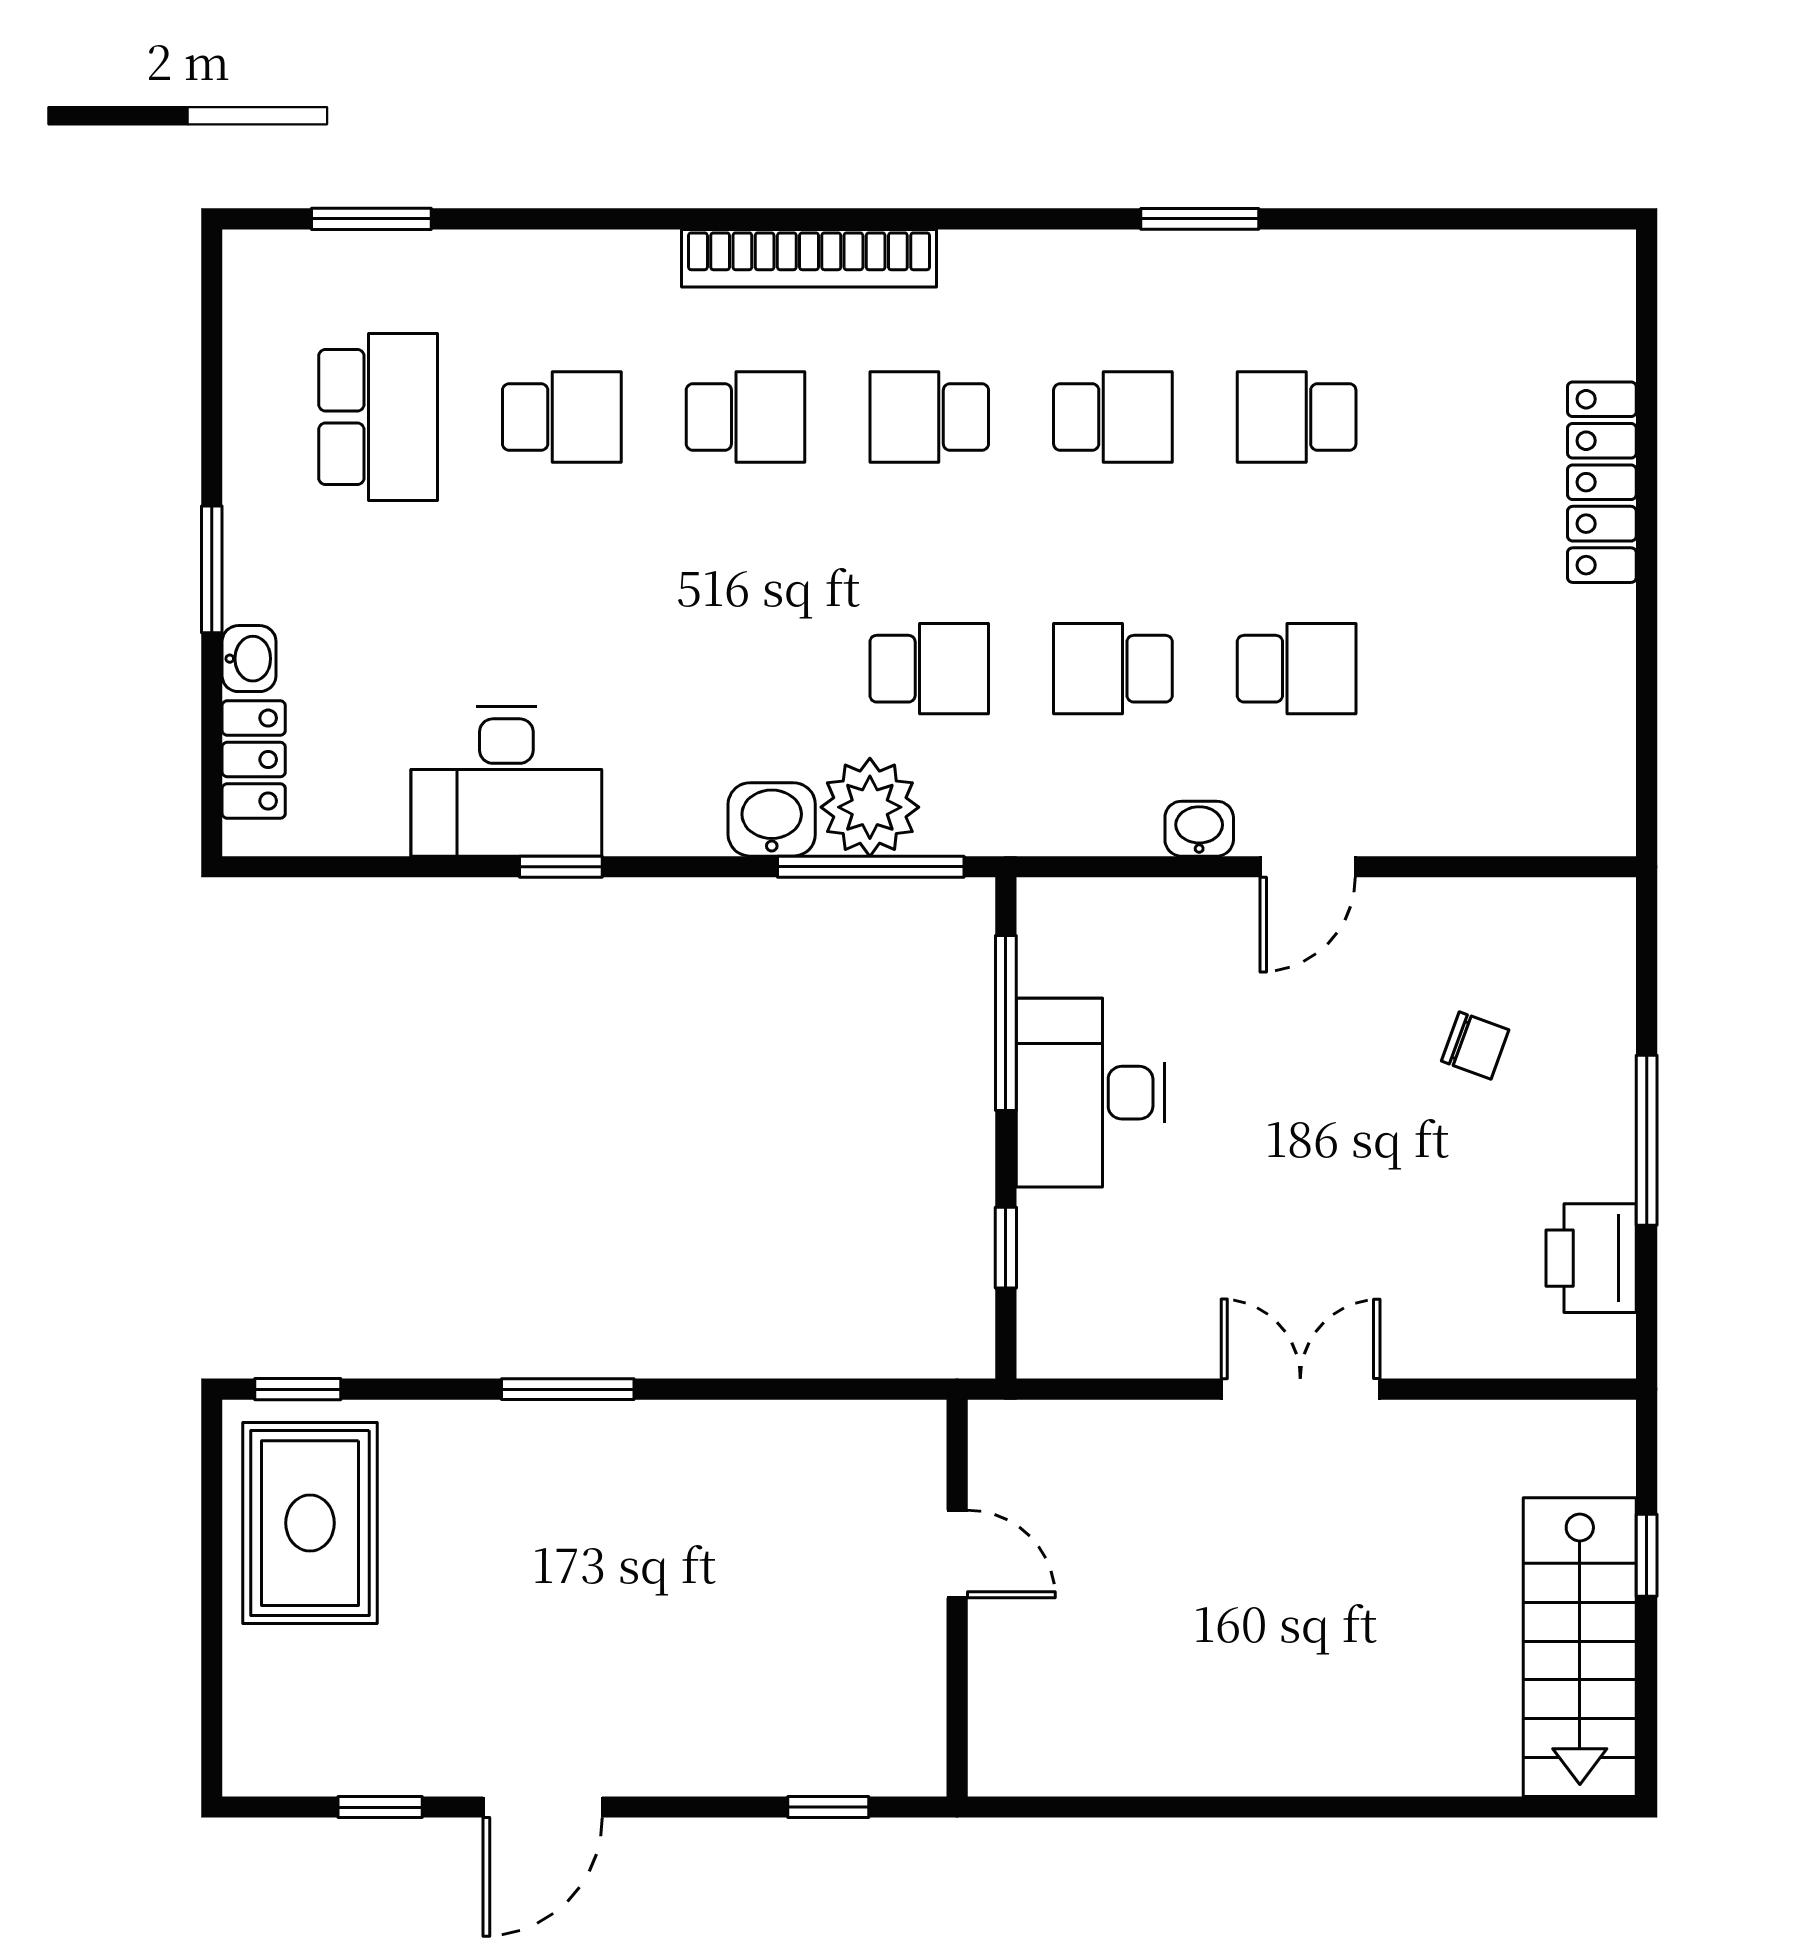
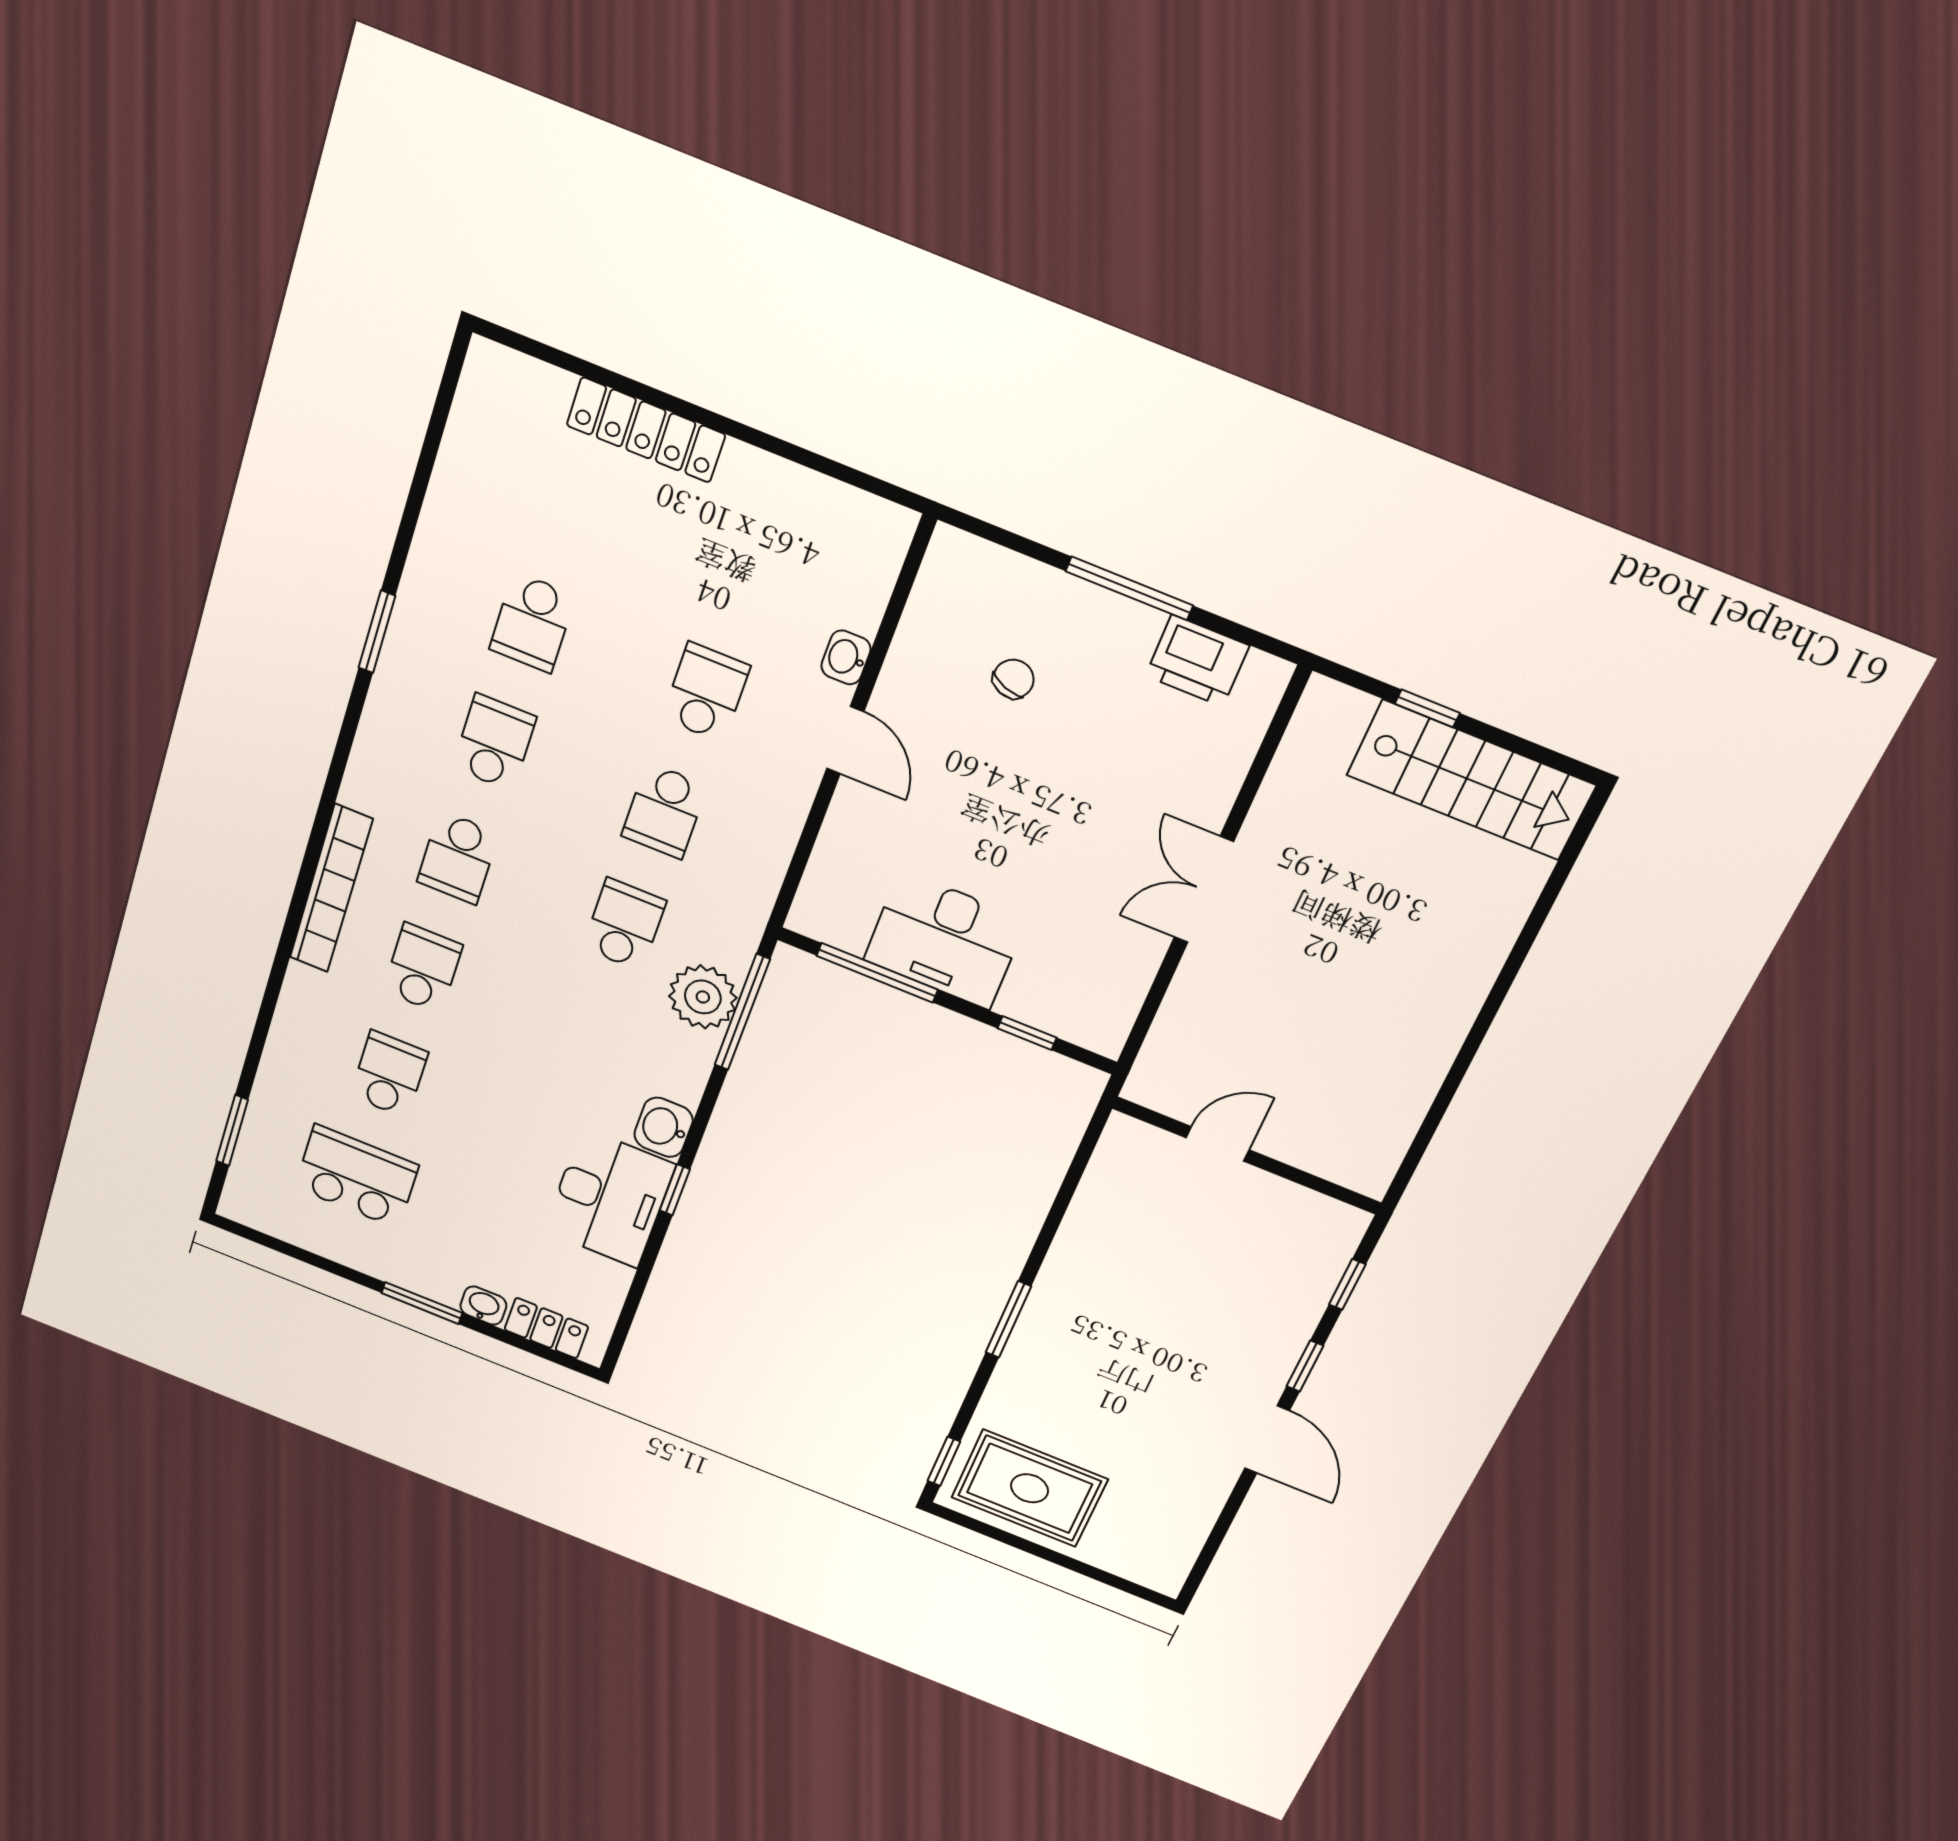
washbasin: (772, 819) -> (664, 1127), moved
washbasin: (1199, 829) -> (846, 657), moved
window: (380, 1807) -> (1305, 1366), moved

